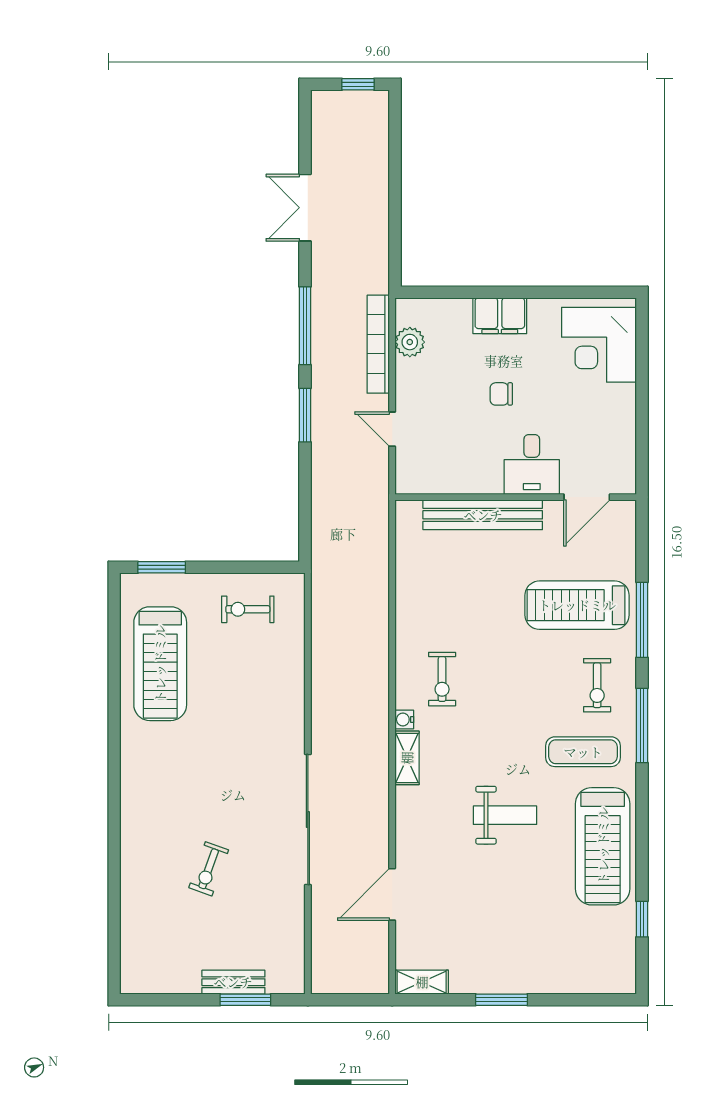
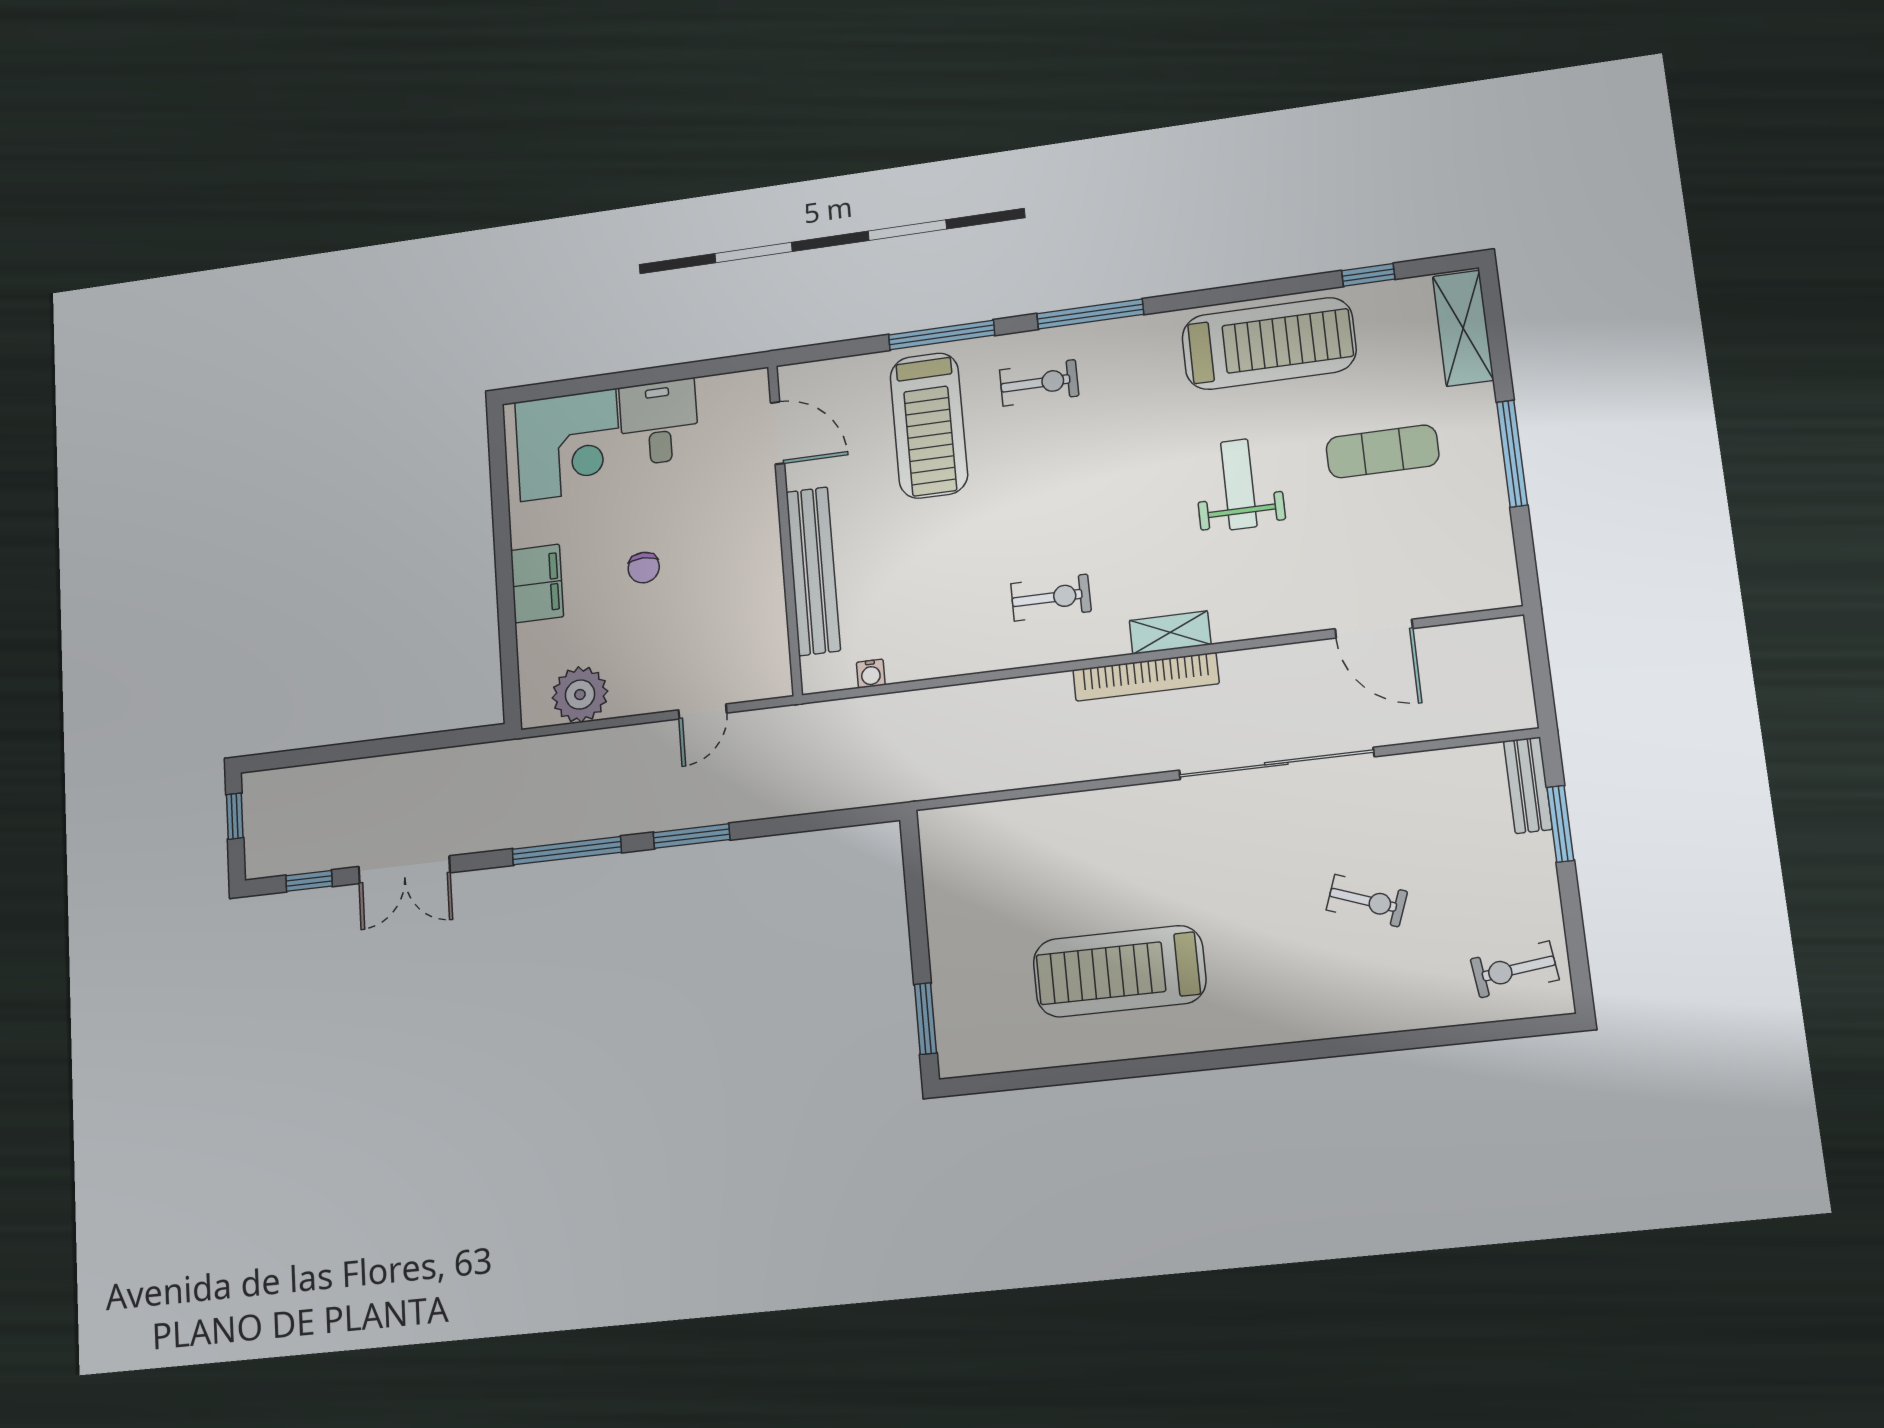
window: (305, 138) -> (309, 881), added
plant: (410, 342) -> (580, 695), width x1.36, depth x1.36
bookcase: (378, 344) -> (1146, 677), moved
desk: (532, 464) -> (659, 422), moved, turned -90
exercise bike: (248, 609) -> (1515, 969), moved, turned 83
treadmill: (160, 664) -> (1119, 971), moved, turned 180
water cooler: (404, 719) -> (871, 674), moved
exercise mat: (583, 752) -> (1383, 451), moved, turned 90
bench: (233, 982) -> (1528, 785), moved
shelving: (422, 982) -> (1463, 328), moved, width x1.50, depth x1.33
window: (501, 1000) -> (1512, 453), width x1.44

